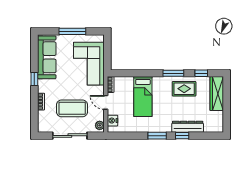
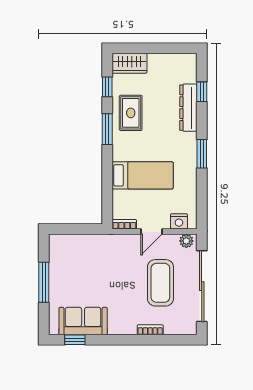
sofa: (47, 57) -> (83, 321), width x0.73
corner sofa: (89, 64) -> (93, 257), removed
window: (34, 79) -> (75, 340), moved
wardrobe: (217, 94) -> (129, 63), width x0.67
sliding door: (70, 136) -> (202, 286), width x1.36
window: (182, 136) -> (202, 92), moved

